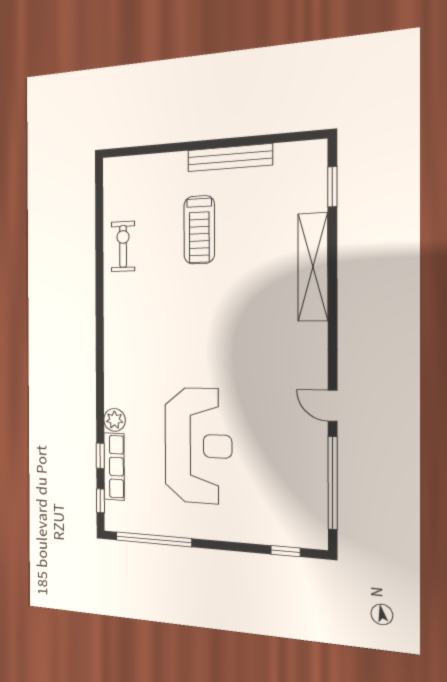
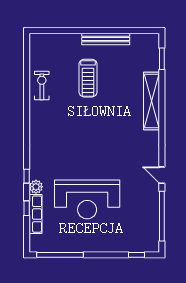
reception desk: (198, 446) -> (87, 199), turned 90
window: (100, 501) -> (27, 176), moved

